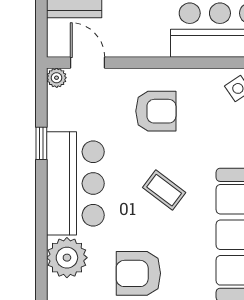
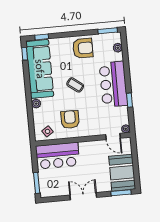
armchair: (156, 111) -> (70, 119), moved, turned 90
plant: (67, 258) -> (118, 48), width x0.53, depth x0.53

